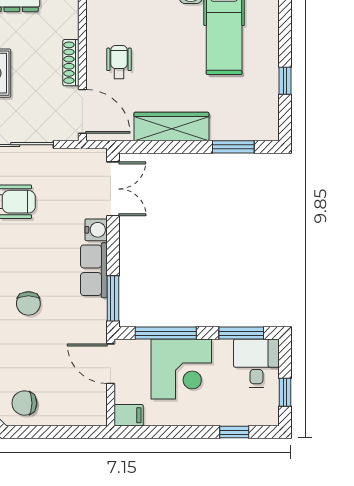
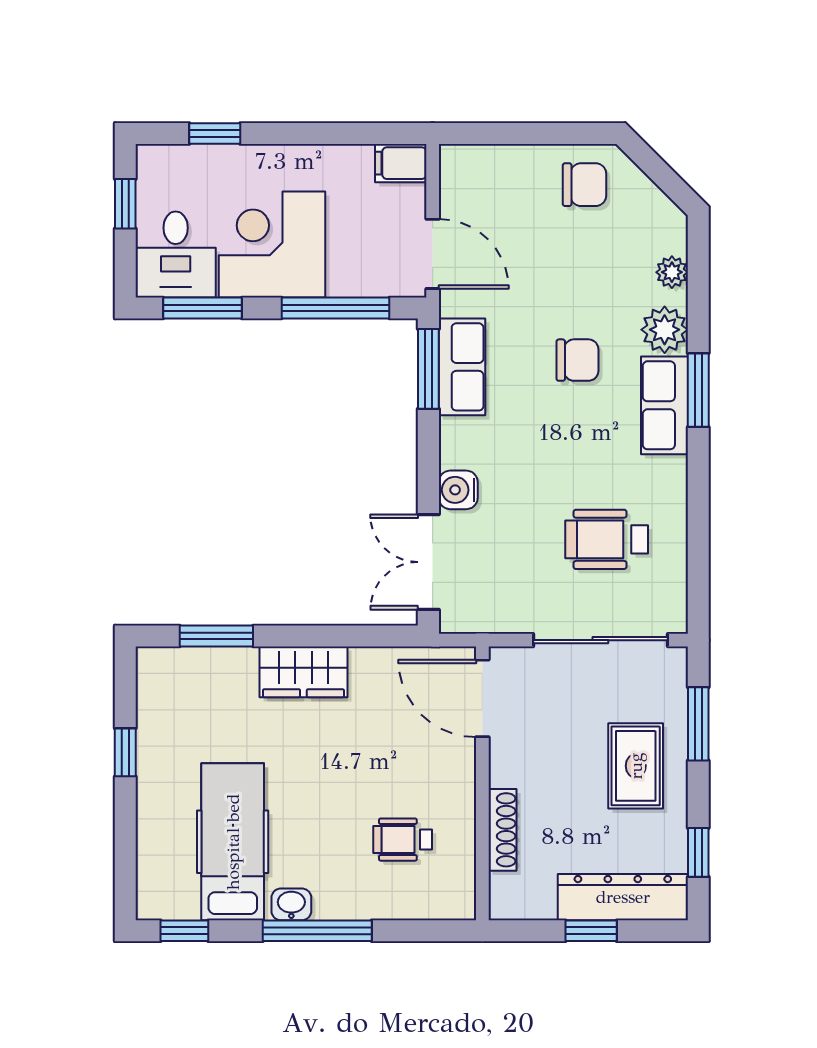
wheelchair: (119, 62) -> (403, 840), moved, turned 90
shoe rack: (71, 63) -> (503, 830), moved
wardrobe: (171, 127) -> (303, 672), width x0.67
row of seats: (94, 270) -> (462, 367), moved
chair: (28, 303) -> (577, 360), turned 90
corner desk: (181, 369) -> (272, 244), moved

